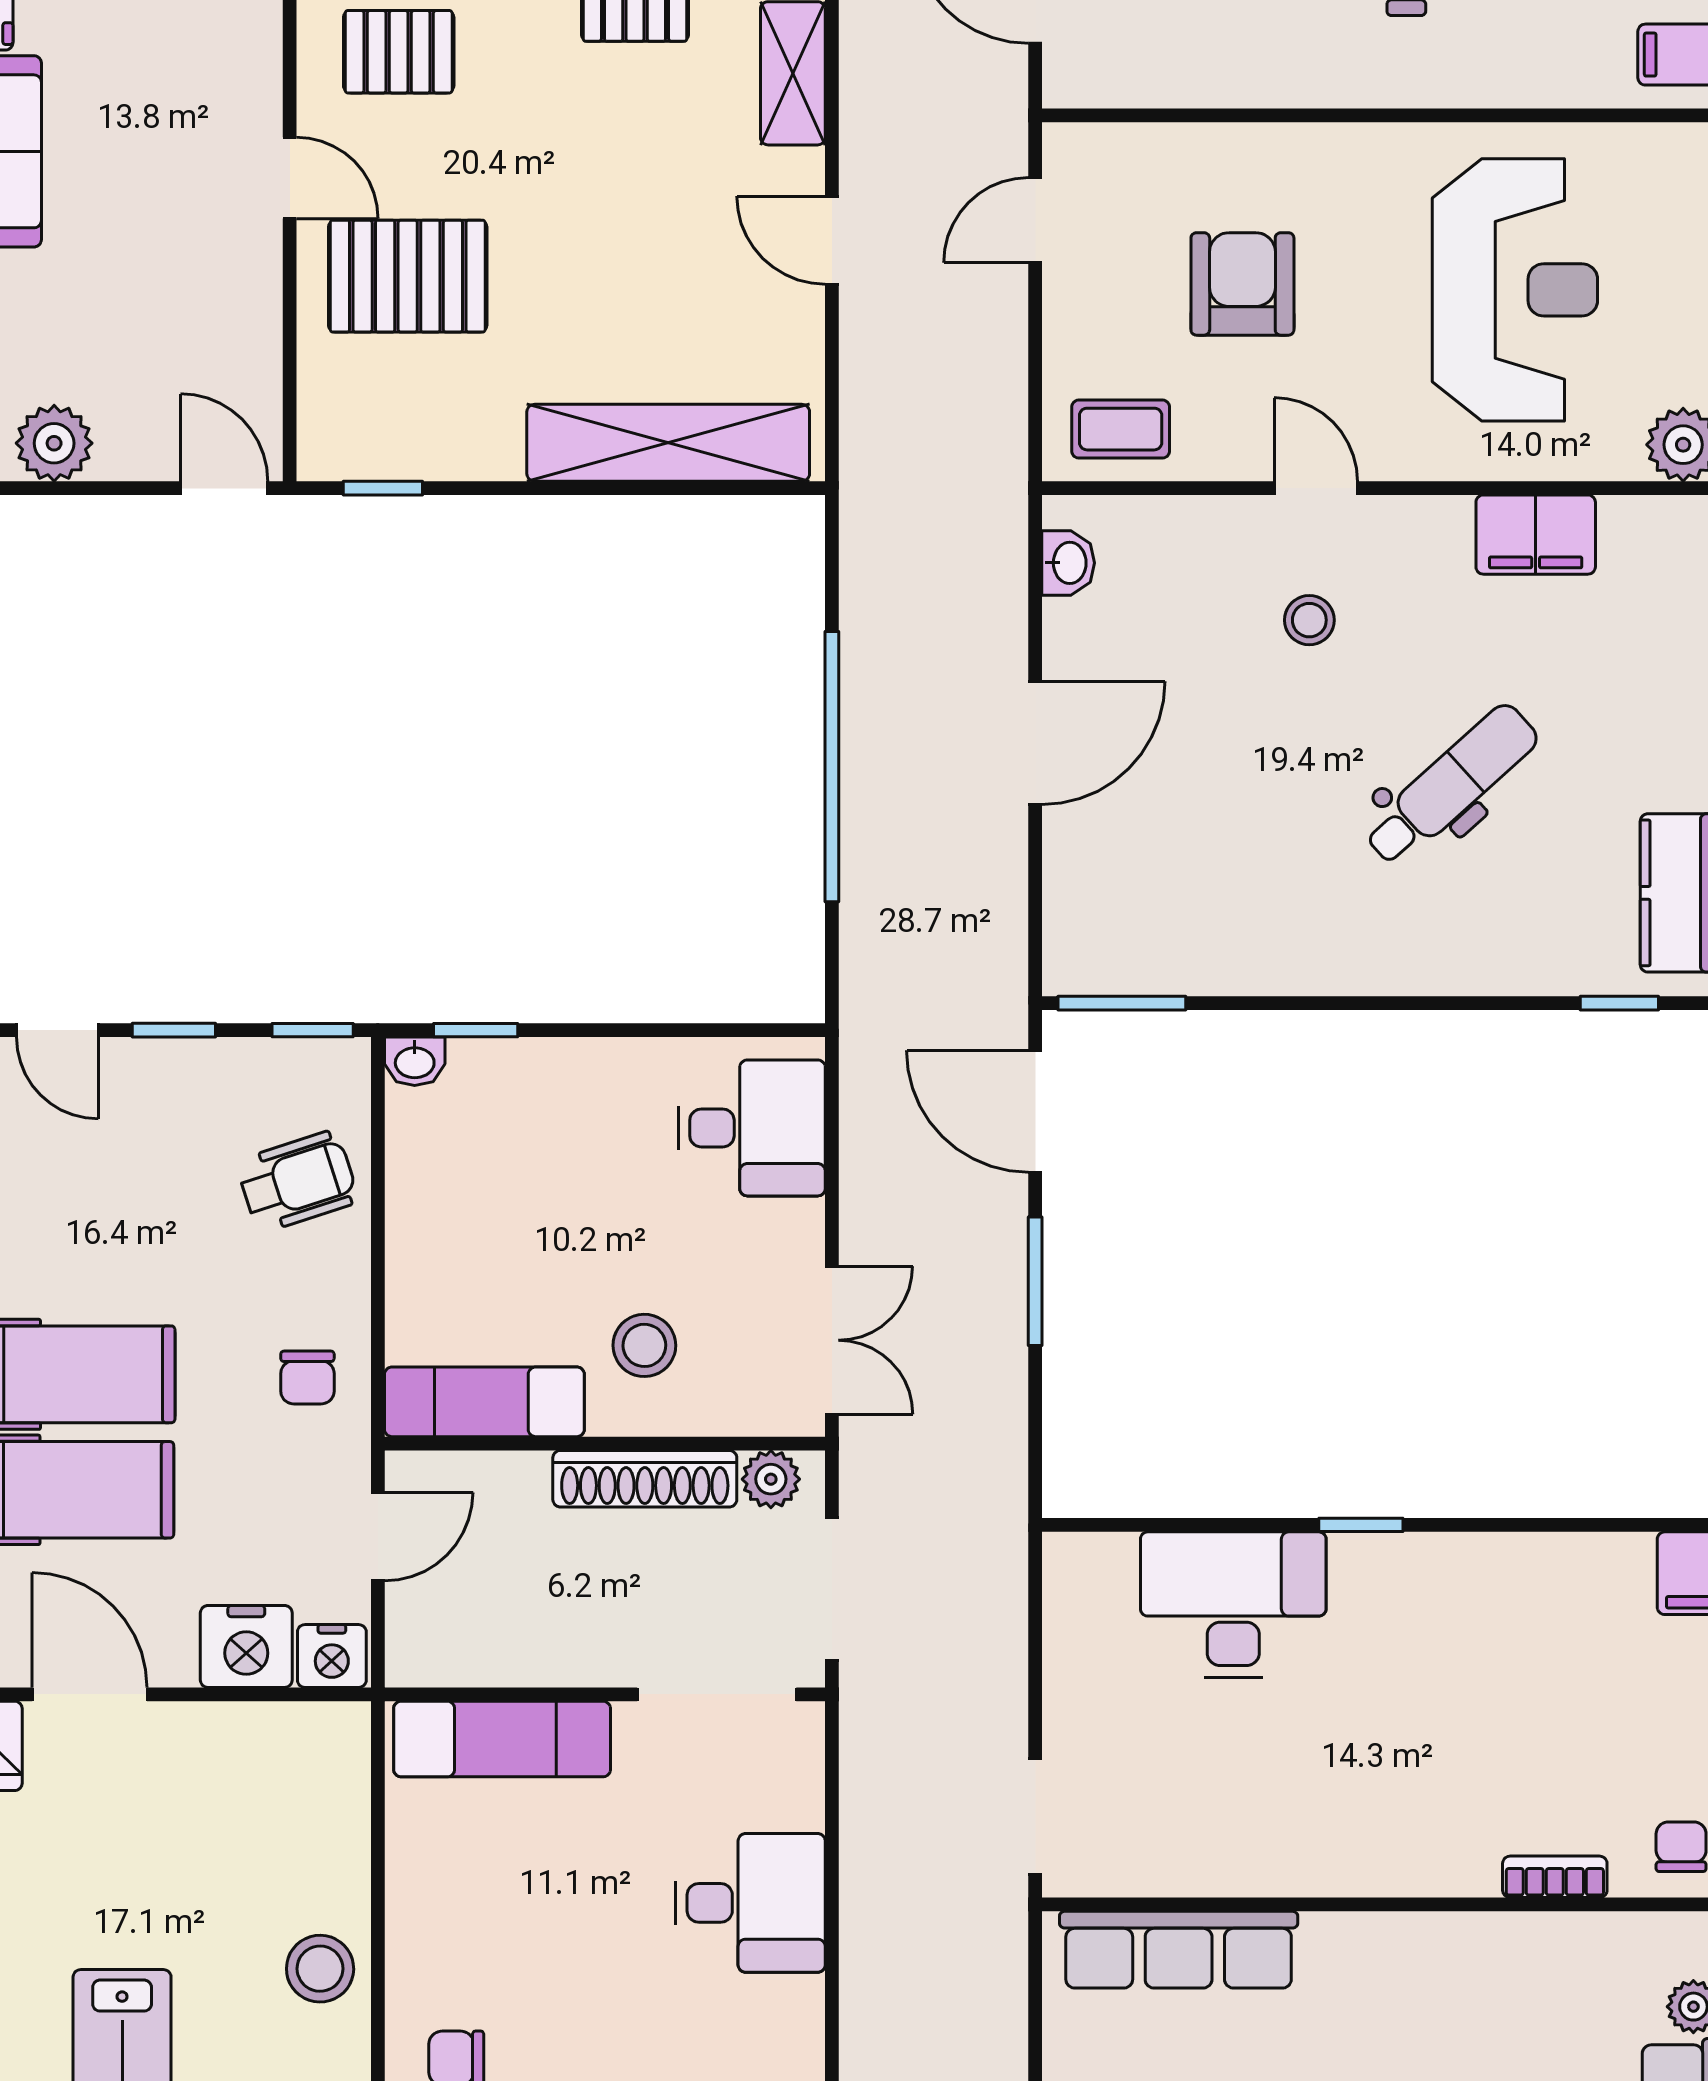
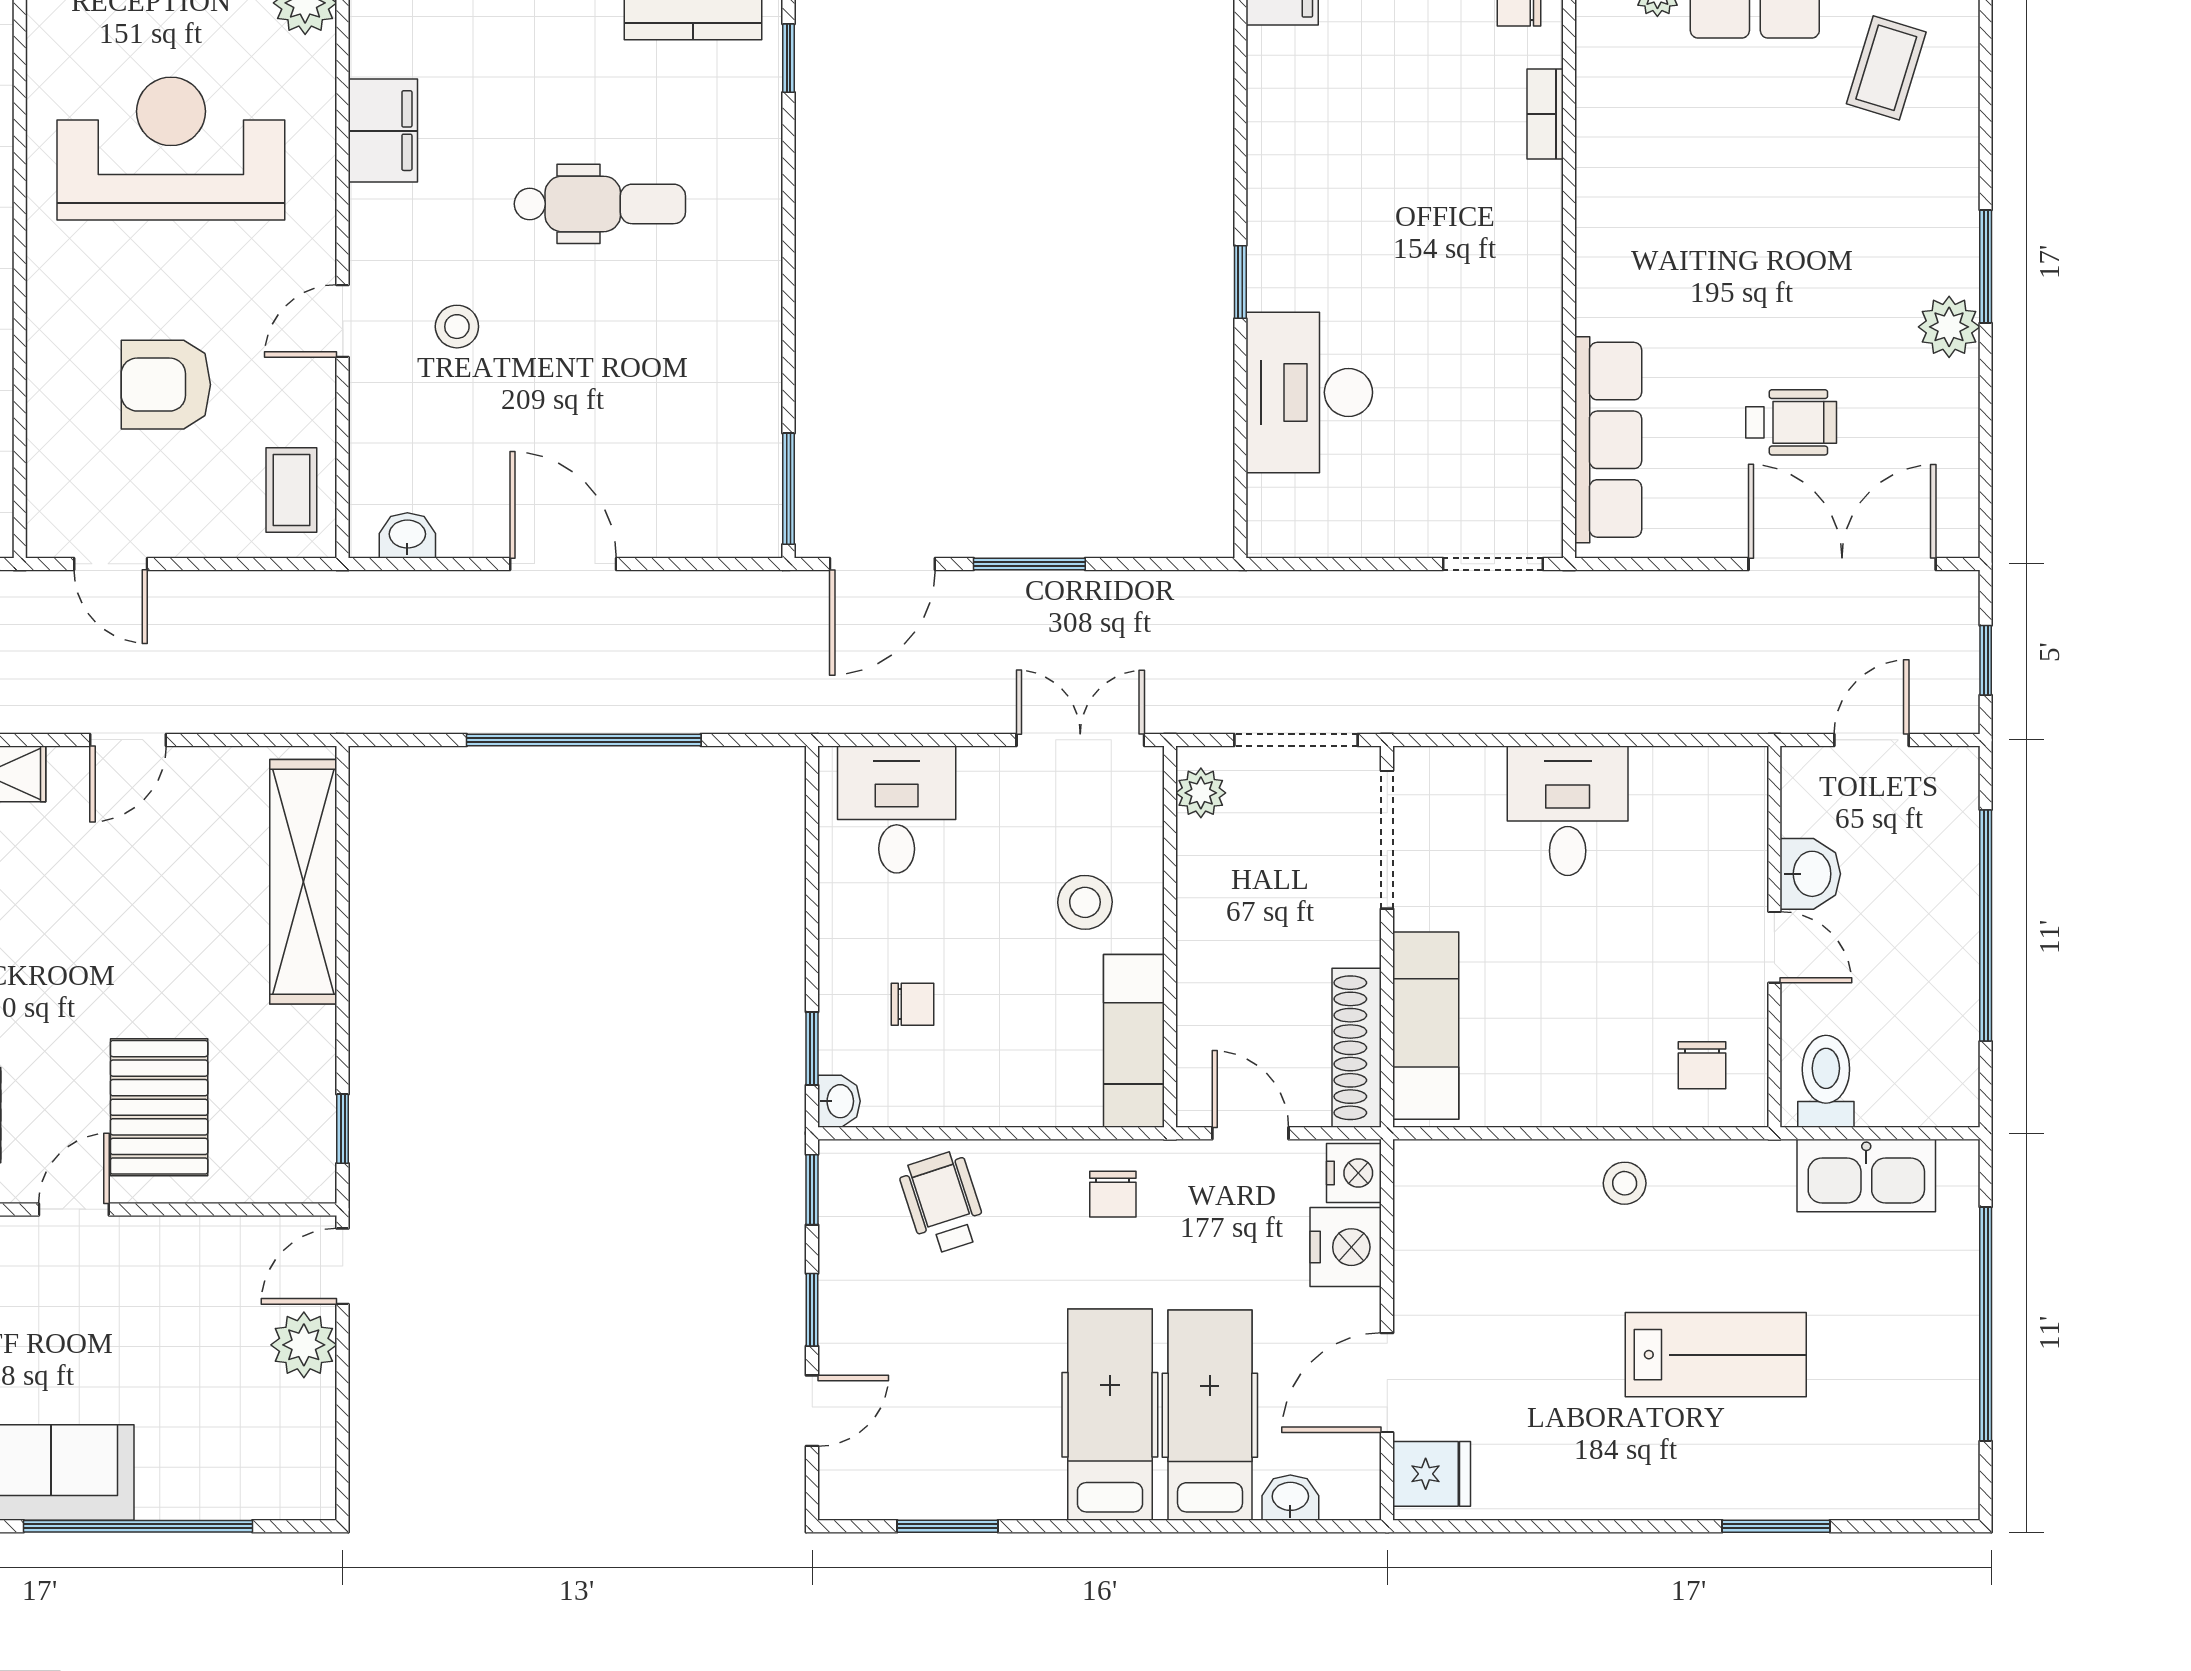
plant: (54, 443) -> (304, 1345), moved
dental chair: (1451, 785) -> (600, 204), turned 132
chair: (527, 1146) -> (912, 1004), added
chair: (307, 1378) -> (1113, 1194), turned 90
shoe rack: (645, 1479) -> (1357, 1048), moved, turned 180
stool: (320, 1969) -> (1625, 1183), width x0.73, depth x0.73

